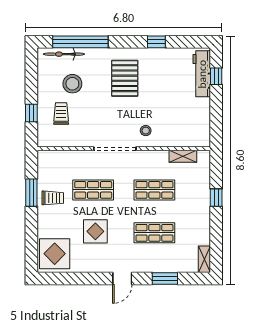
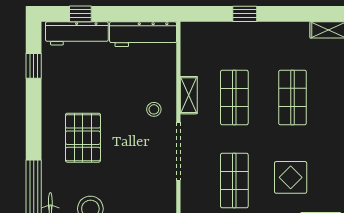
window: (156, 42) -> (34, 66), moved
pallet: (125, 78) -> (83, 138), turned 90
workbench: (201, 123) -> (143, 34), added
shelving: (183, 156) -> (189, 95), moved

